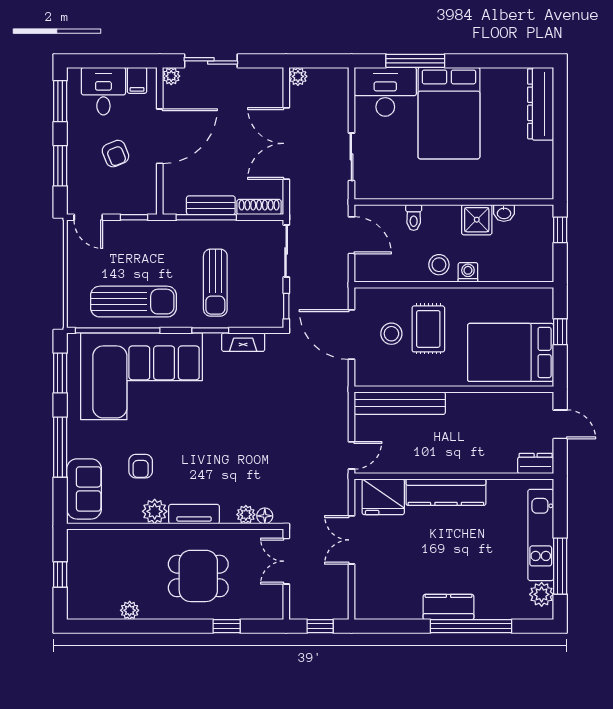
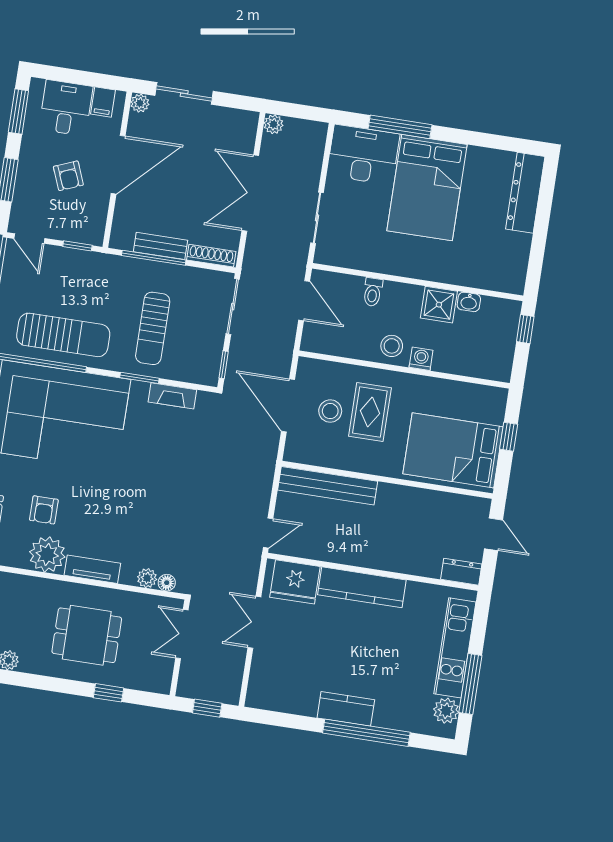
plant: (155, 511) -> (47, 554), width x1.36, depth x1.36

